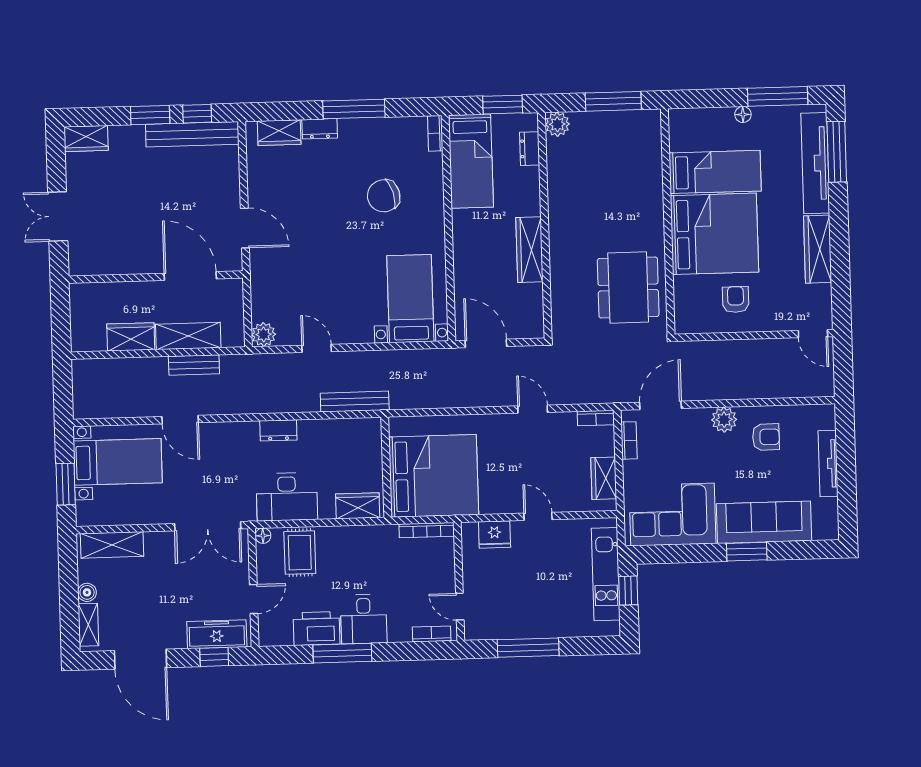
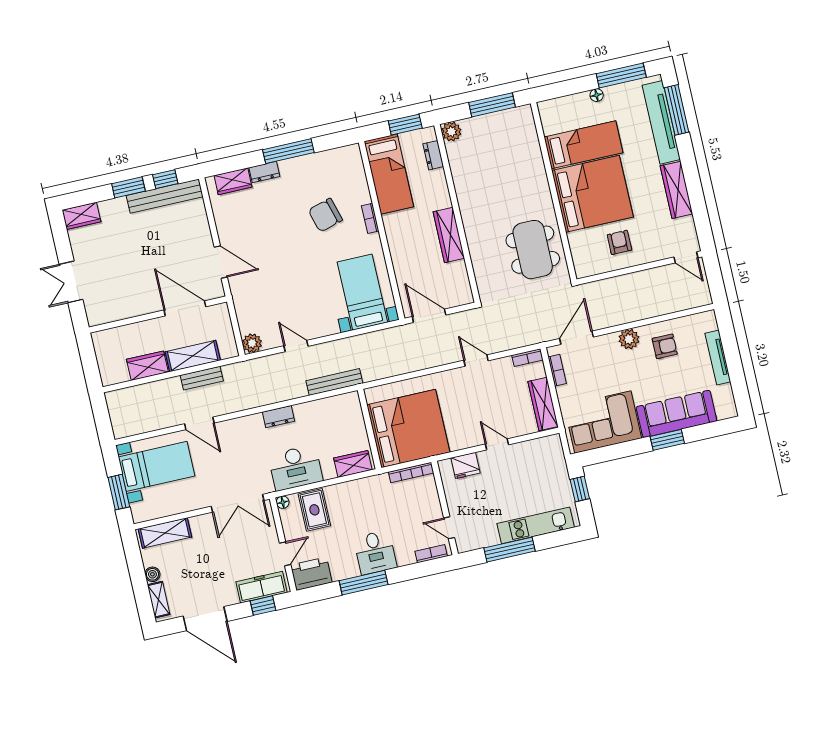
bookcase: (435, 133) -> (370, 218), moved
wardrobe: (604, 478) -> (543, 404), width x1.50
kitchen unit: (606, 574) -> (536, 525), moved, turned 90
printer: (317, 628) -> (311, 574), moved

